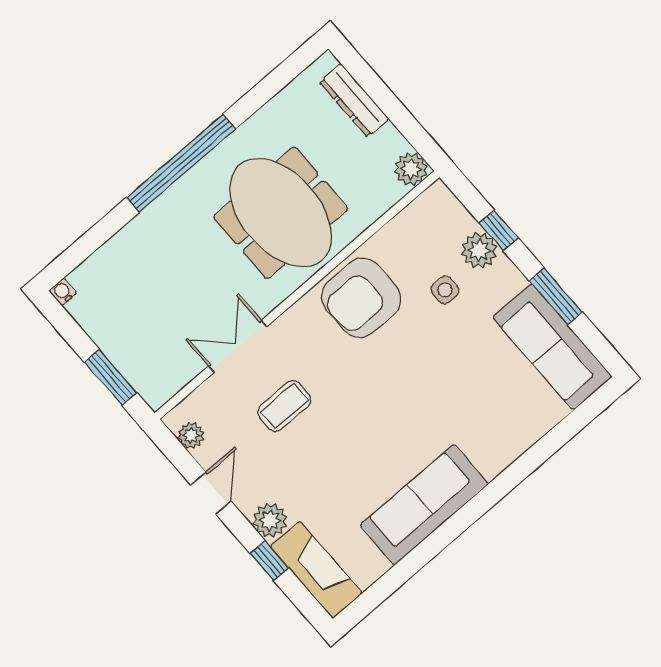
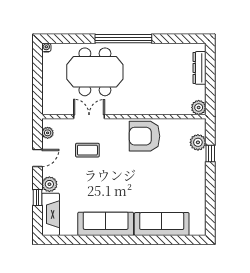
meeting table: (281, 213) -> (95, 72), moved, turned 90
plant: (479, 250) -> (198, 142), moved
side table: (445, 290) -> (175, 158), removed
window: (556, 297) -> (210, 192), removed
sofa: (552, 347) -> (162, 224), moved, turned 90
window: (111, 377) -> (37, 90), removed

